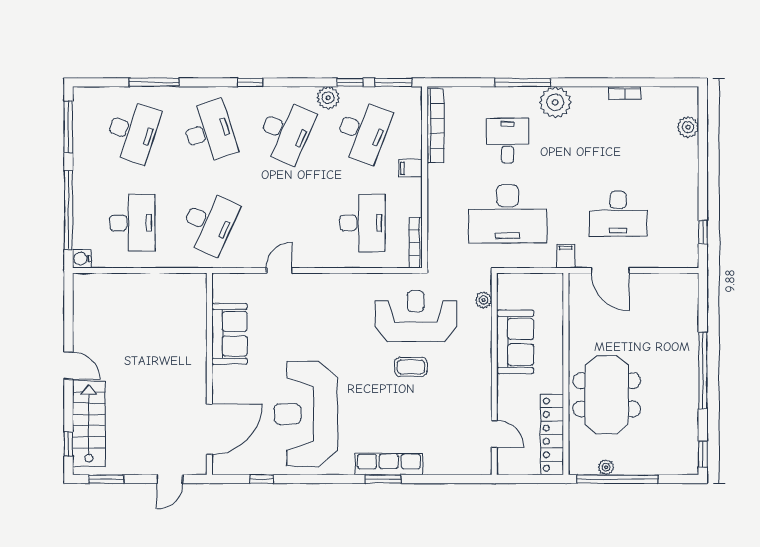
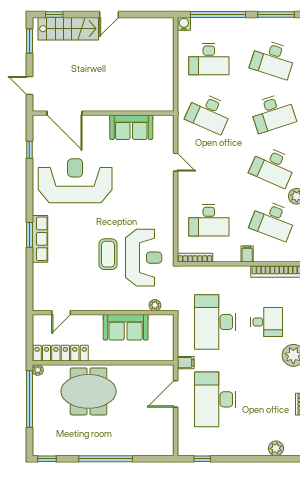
desk: (618, 214) -> (215, 399), width x1.36, depth x1.30
coffee table: (411, 367) -> (108, 254), width x1.36, depth x1.30
plant: (606, 467) -> (38, 370), moved

